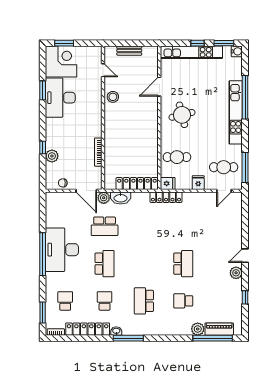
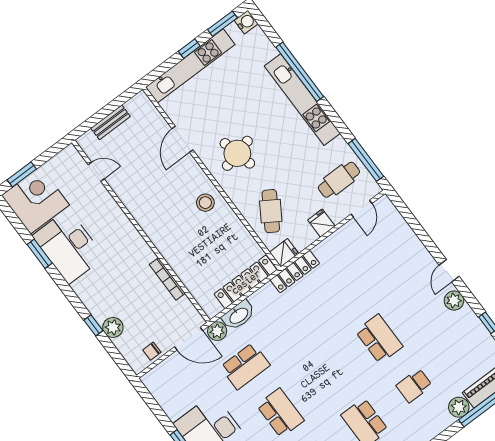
stool: (113, 97) -> (205, 203), moved
cafe table: (177, 157) -> (271, 211), turned -58

